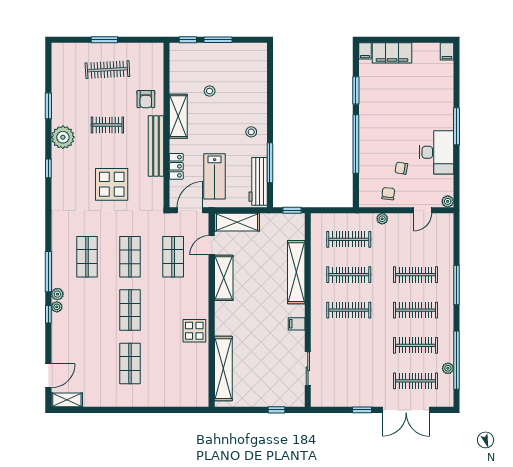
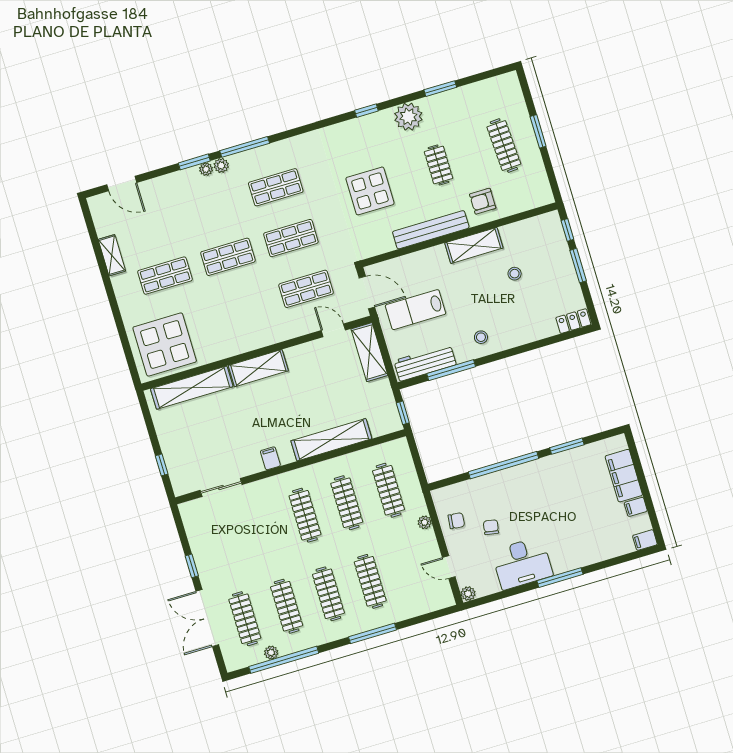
filing cabinet: (365, 51) -> (636, 507), moved
locker: (176, 166) -> (573, 321), moved, turned 180
shelving: (224, 278) -> (258, 368), moved
window: (48, 314) -> (194, 162), width x1.50
display table: (194, 331) -> (165, 344), moved, width x1.86, depth x1.86
shelving: (67, 400) -> (112, 255), moved

